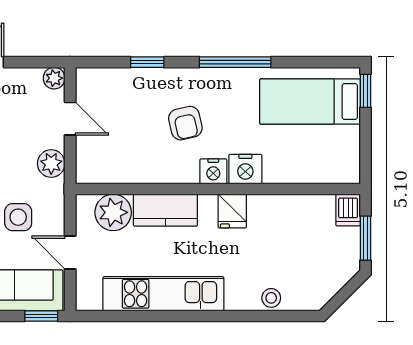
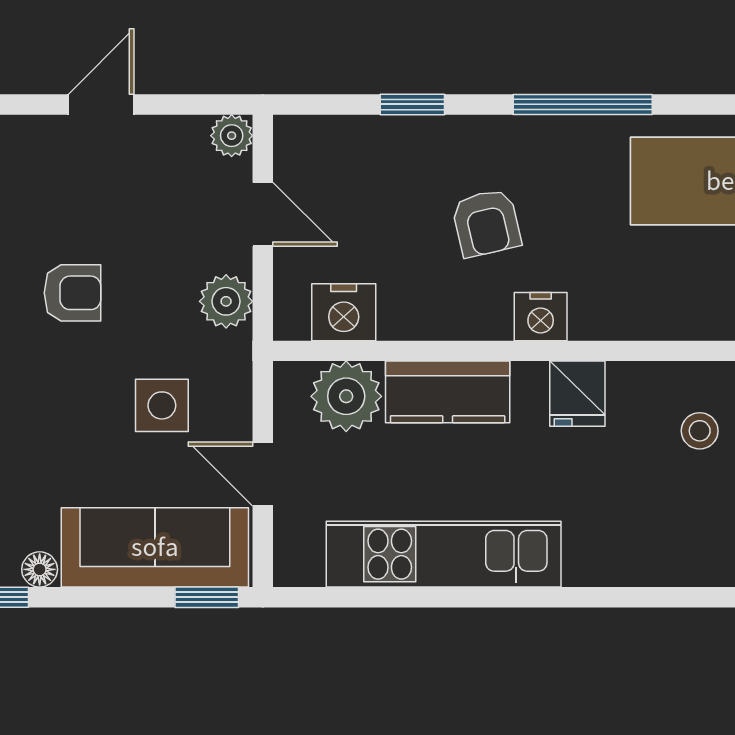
nightstand: (245, 169) -> (344, 312), moved
stool: (271, 298) -> (700, 431), moved

